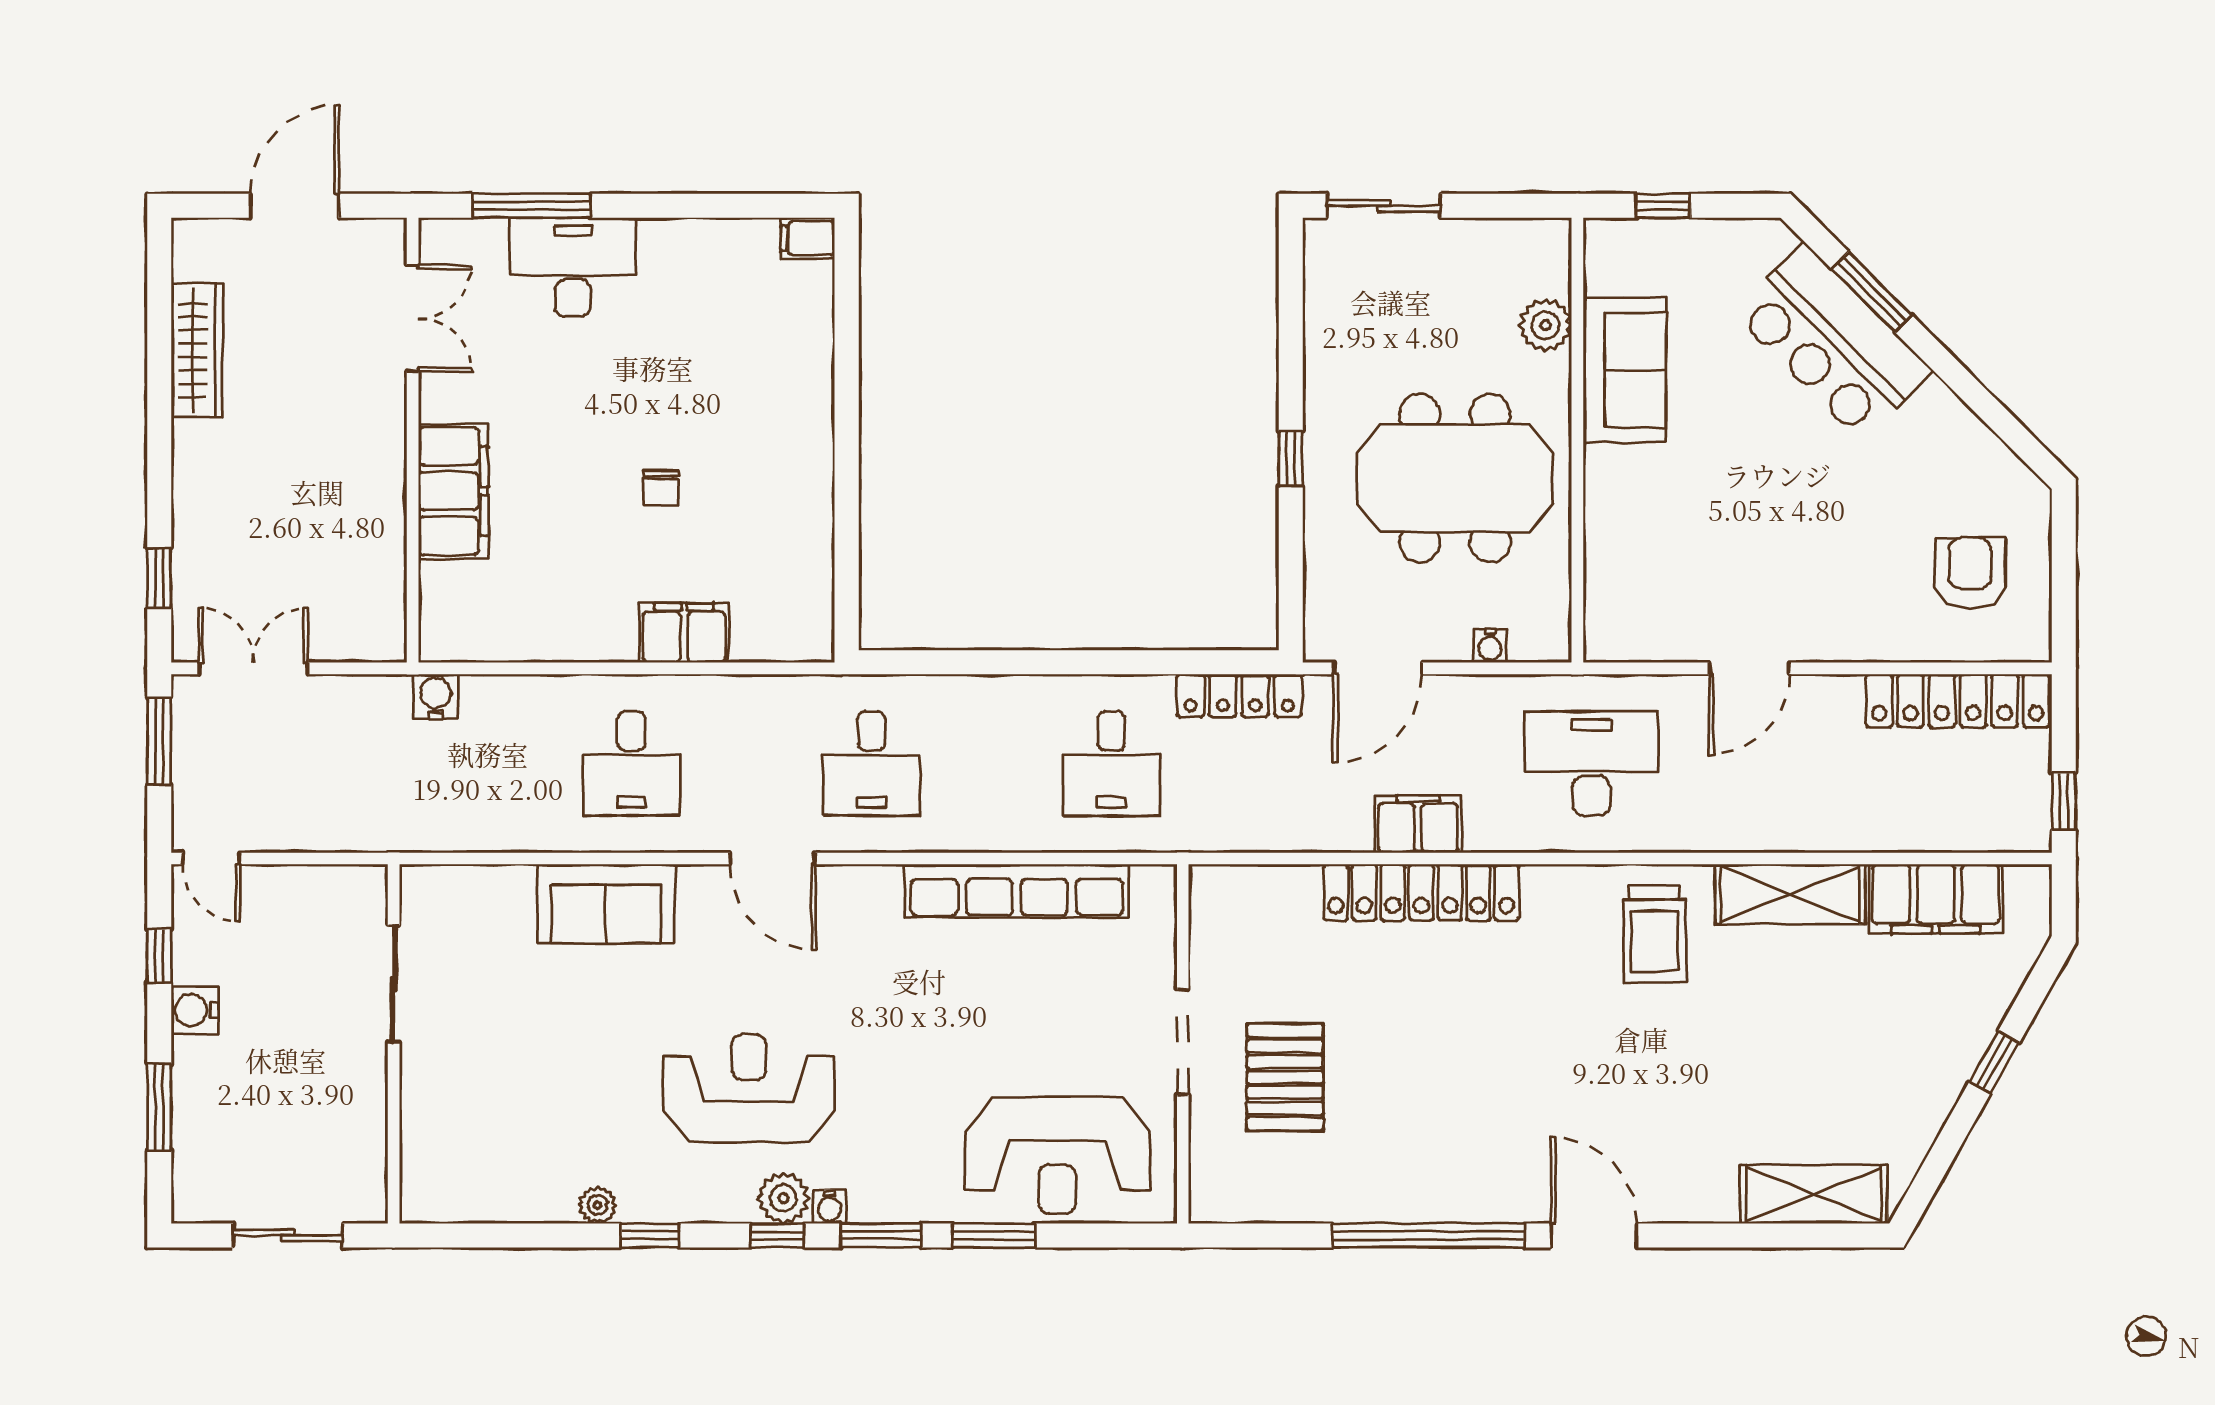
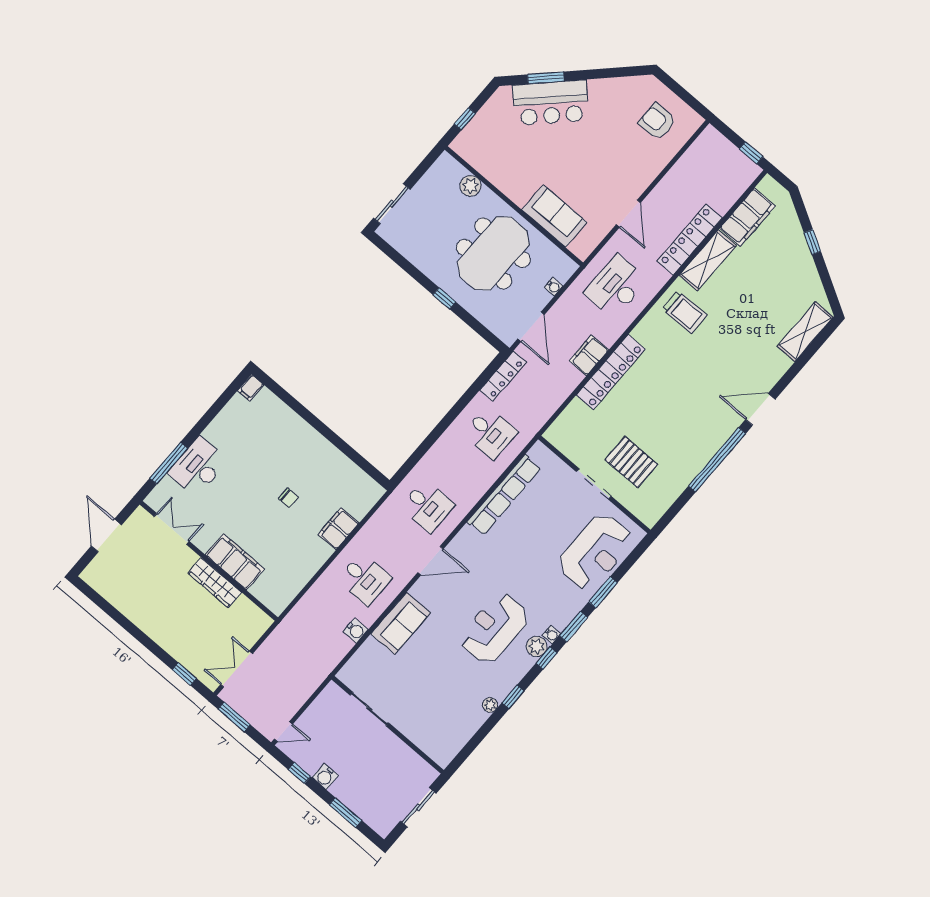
wardrobe: (197, 350) -> (215, 583), moved, turned 180
sofa: (1625, 370) -> (554, 216), moved
water cooler: (436, 696) -> (356, 631), moved, turned 180
locker: (1958, 701) -> (690, 240), moved, turned 180

